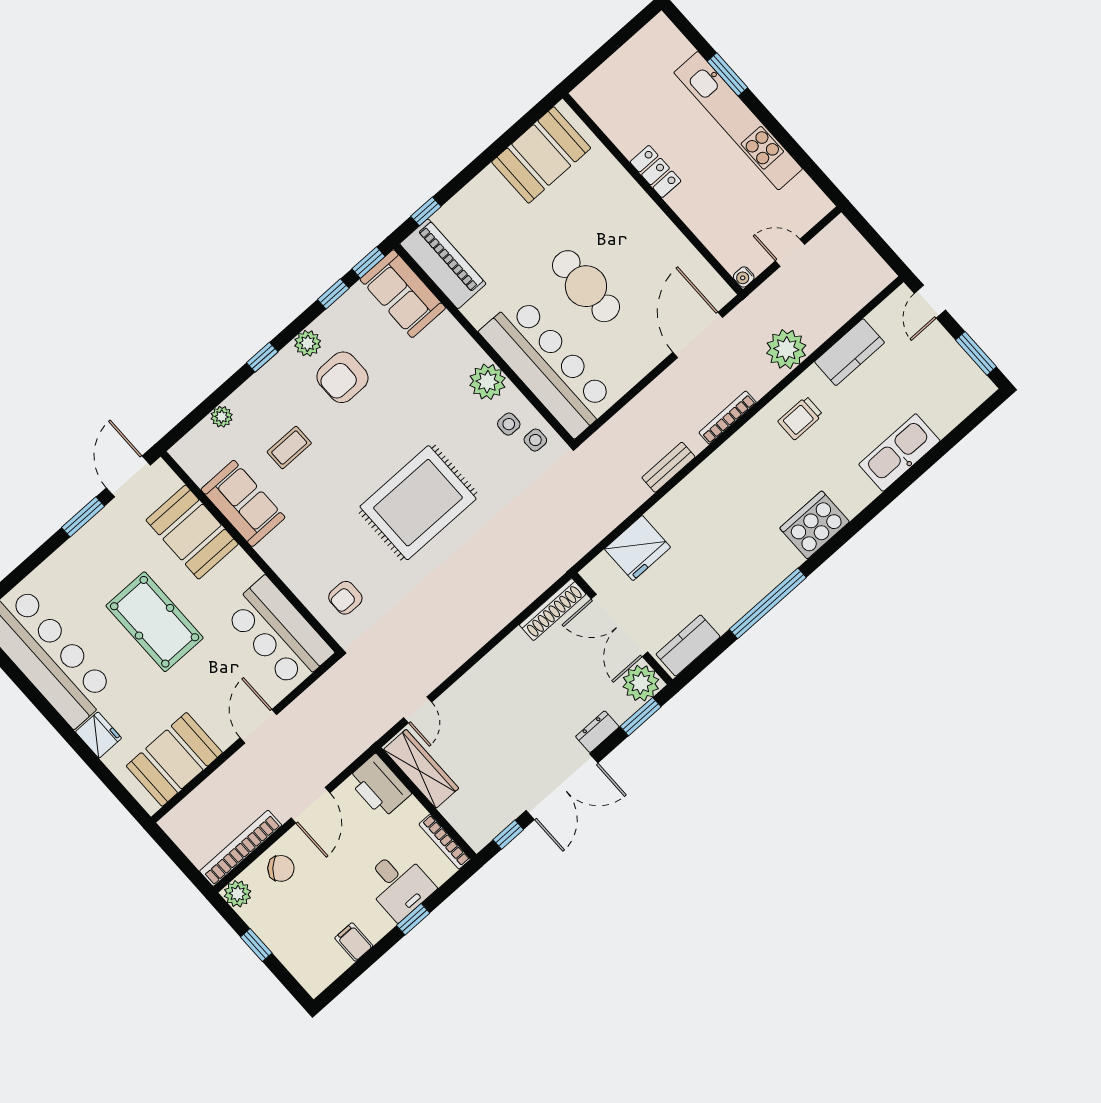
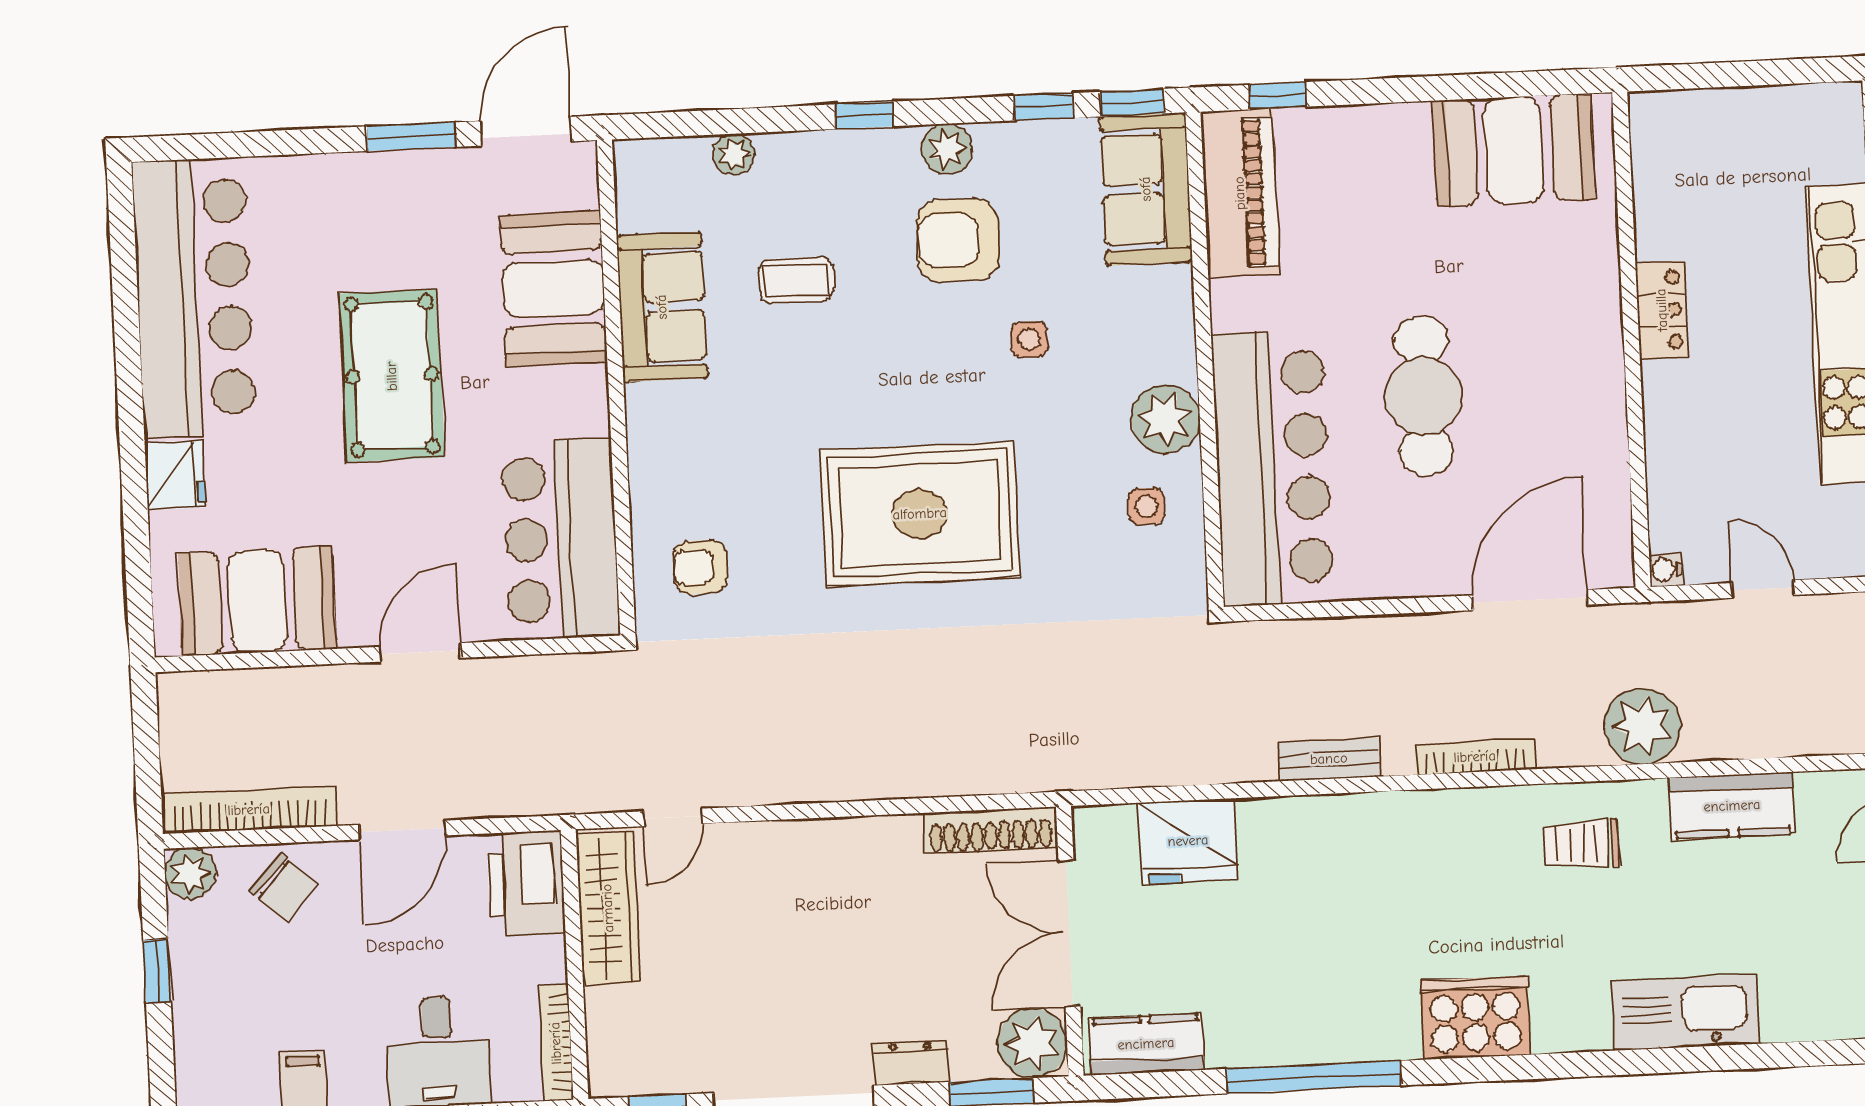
side table: (535, 440) -> (1029, 340), moved

